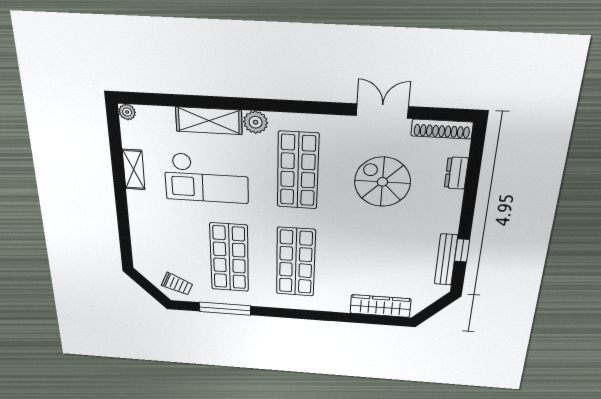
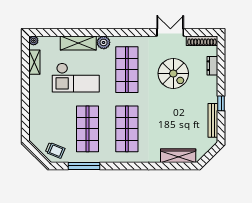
shelving: (134, 170) -> (34, 62), moved
spiral stairs: (382, 182) -> (173, 73), turned 180
window: (462, 250) -> (221, 103), moved

